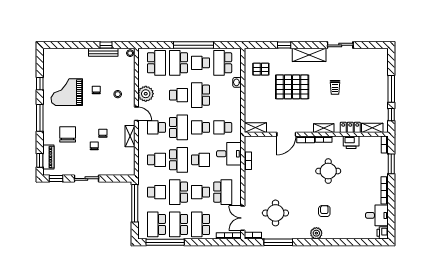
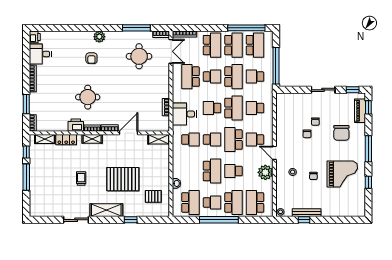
school desk: (156, 127) -> (255, 140), turned 180
shelving: (130, 136) -> (281, 131), removed
printer: (351, 142) -> (76, 125), moved
school desk: (178, 160) -> (233, 108), turned 180

